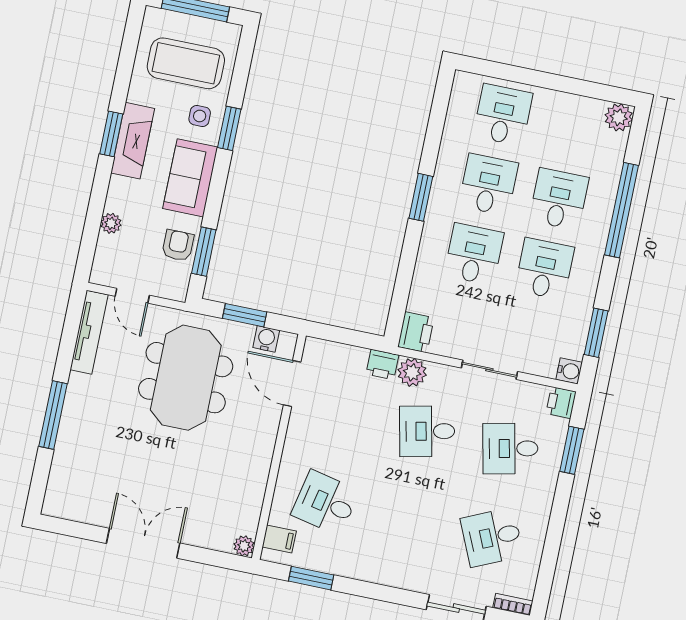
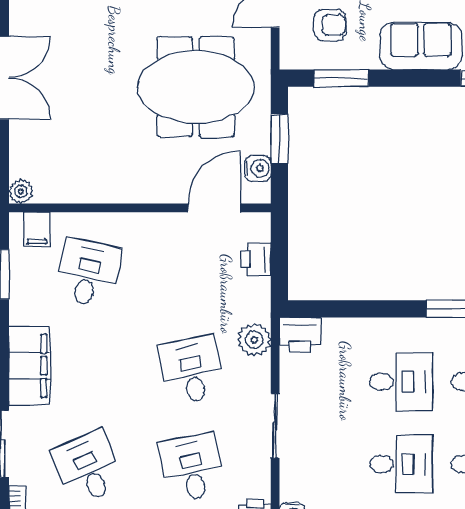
armchair: (178, 245) -> (330, 25), moved
printer: (382, 365) -> (256, 259), moved
filing cabinet: (395, 569) -> (29, 366), added

